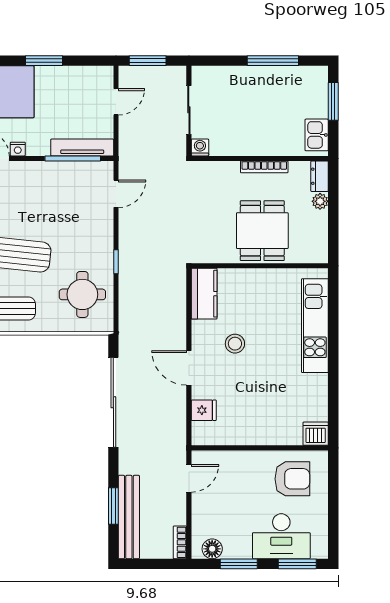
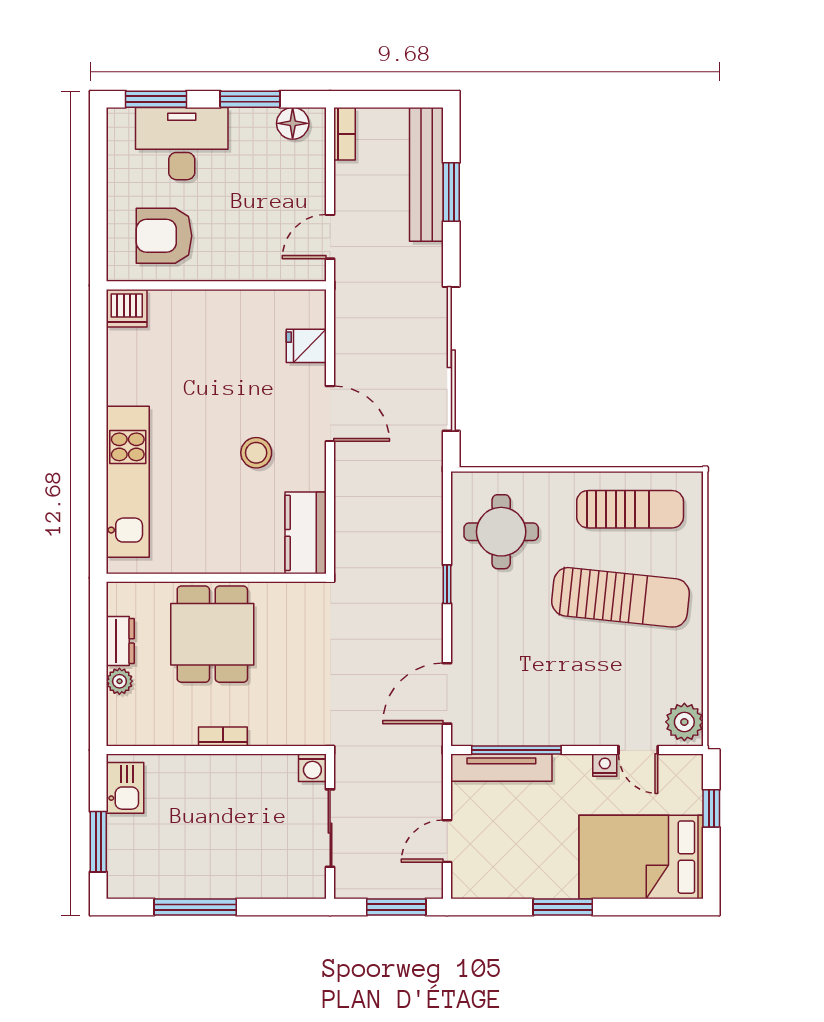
bookcase: (264, 167) -> (223, 736), width x0.64
dresser: (320, 176) -> (120, 641), moved
door: (116, 194) -> (447, 693), width x1.38

